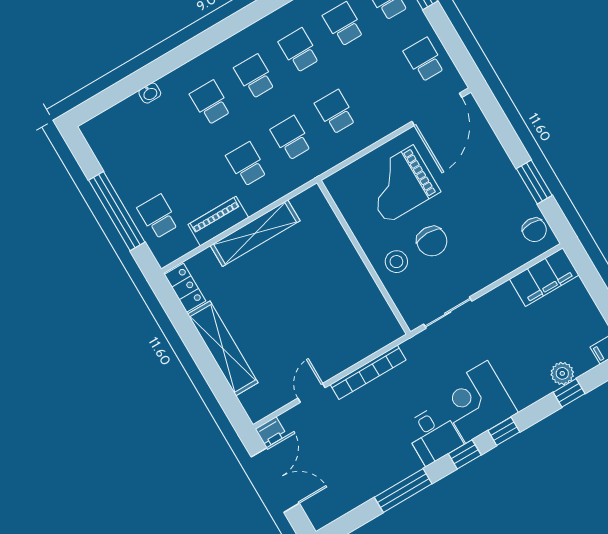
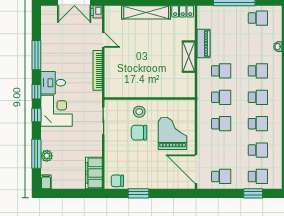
school desk: (158, 216) -> (258, 18), moved
shelving: (255, 233) -> (189, 57), width x0.68
window: (569, 393) -> (36, 154), width x2.17

